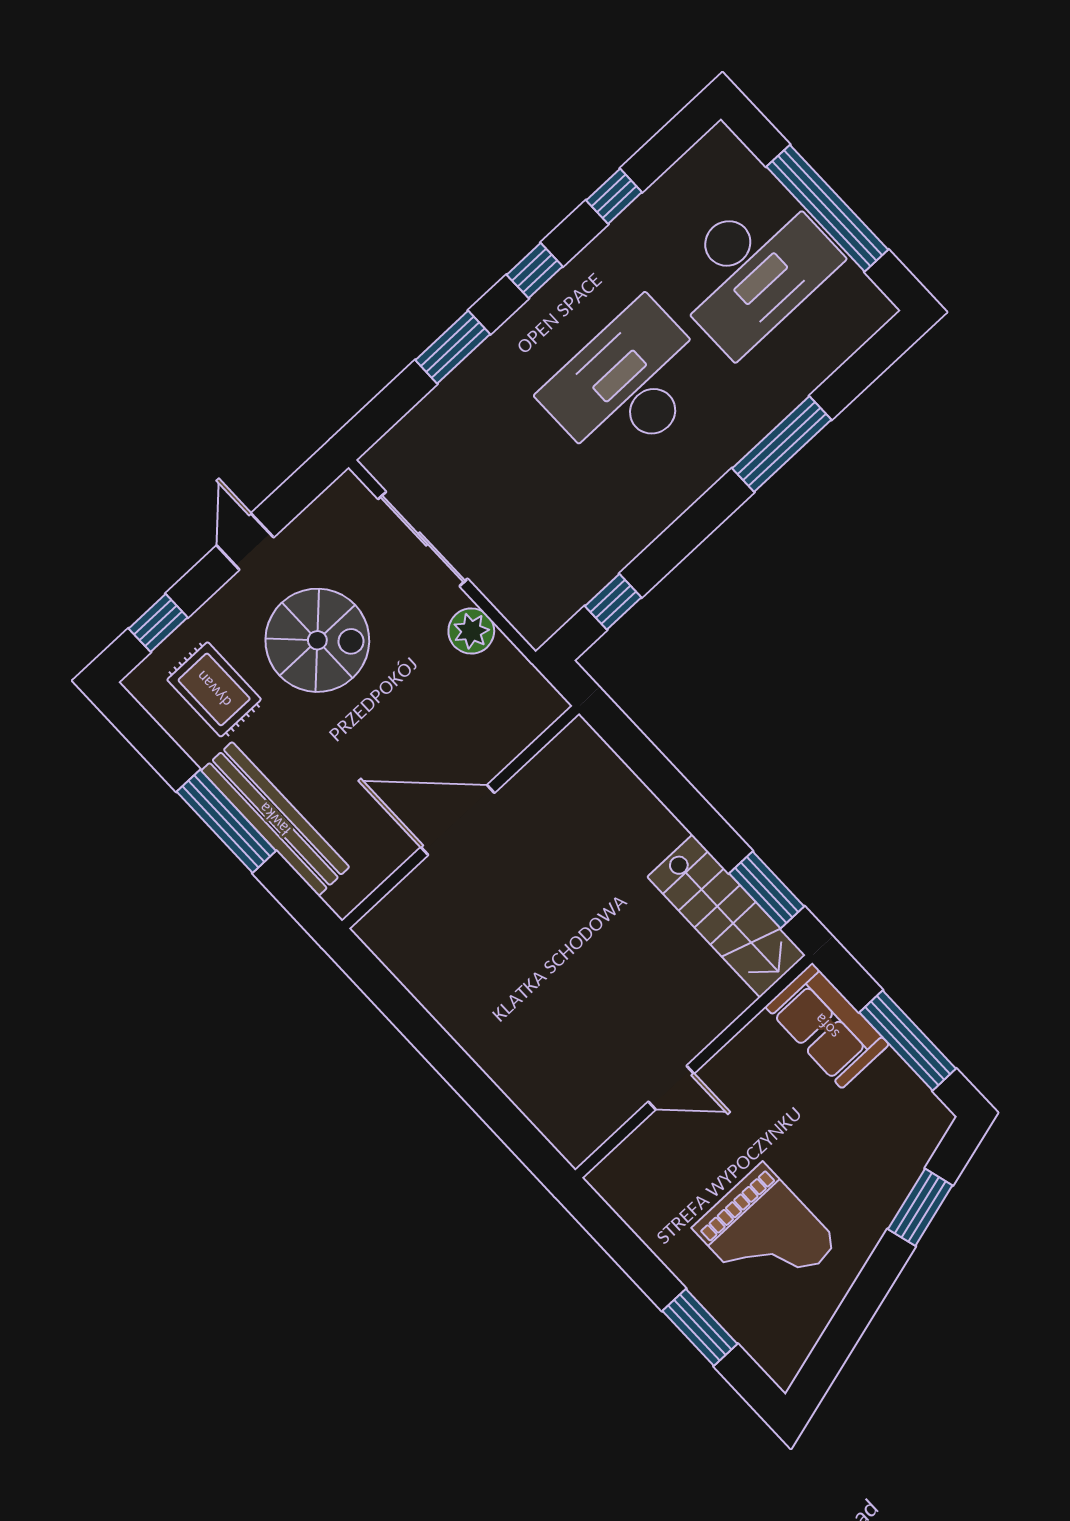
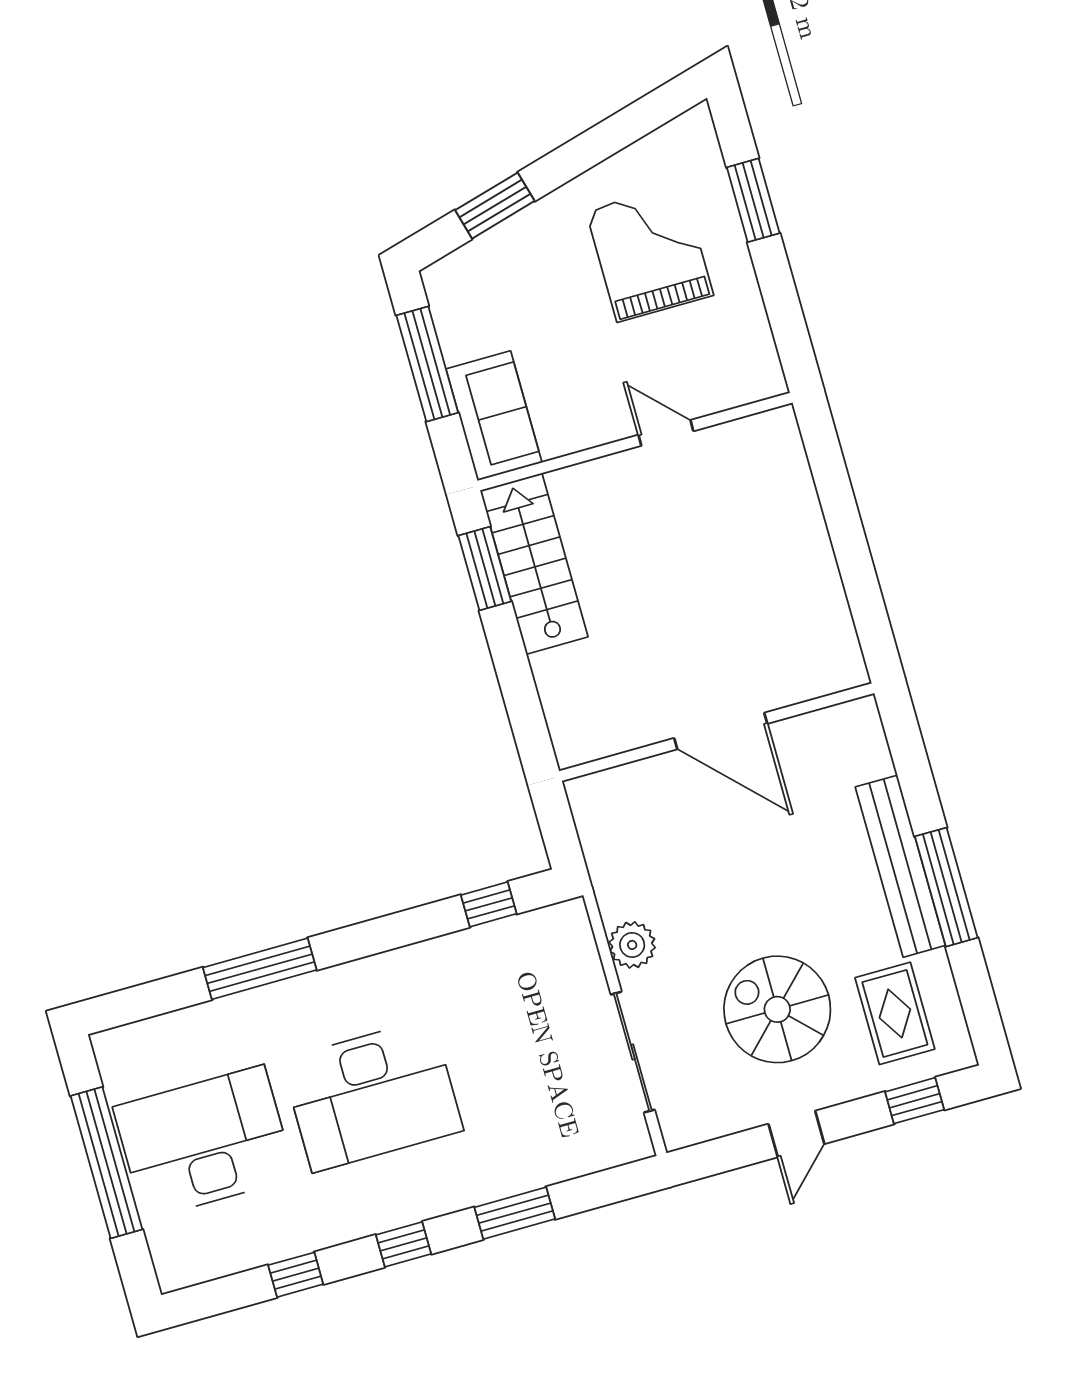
wall: (461, 817) -> (717, 732), moved
door: (458, 820) -> (721, 731), moved

